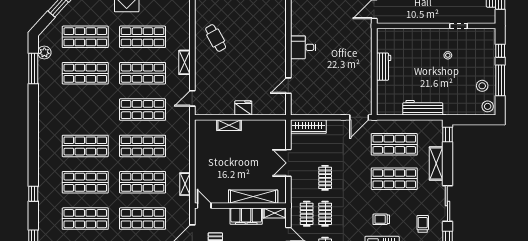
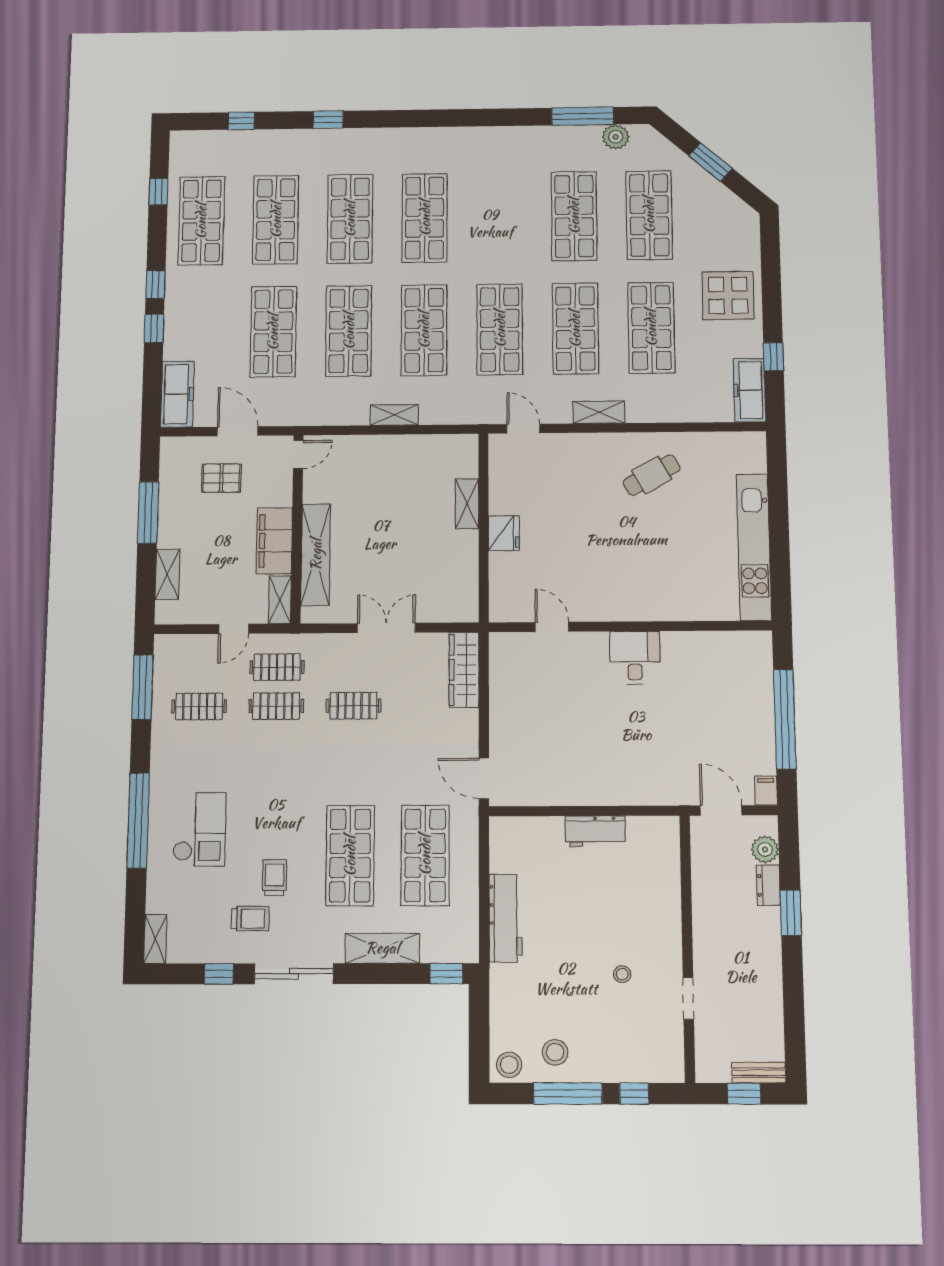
shelving: (185, 184) -> (394, 415), moved
trolley: (381, 219) -> (275, 877), moved

